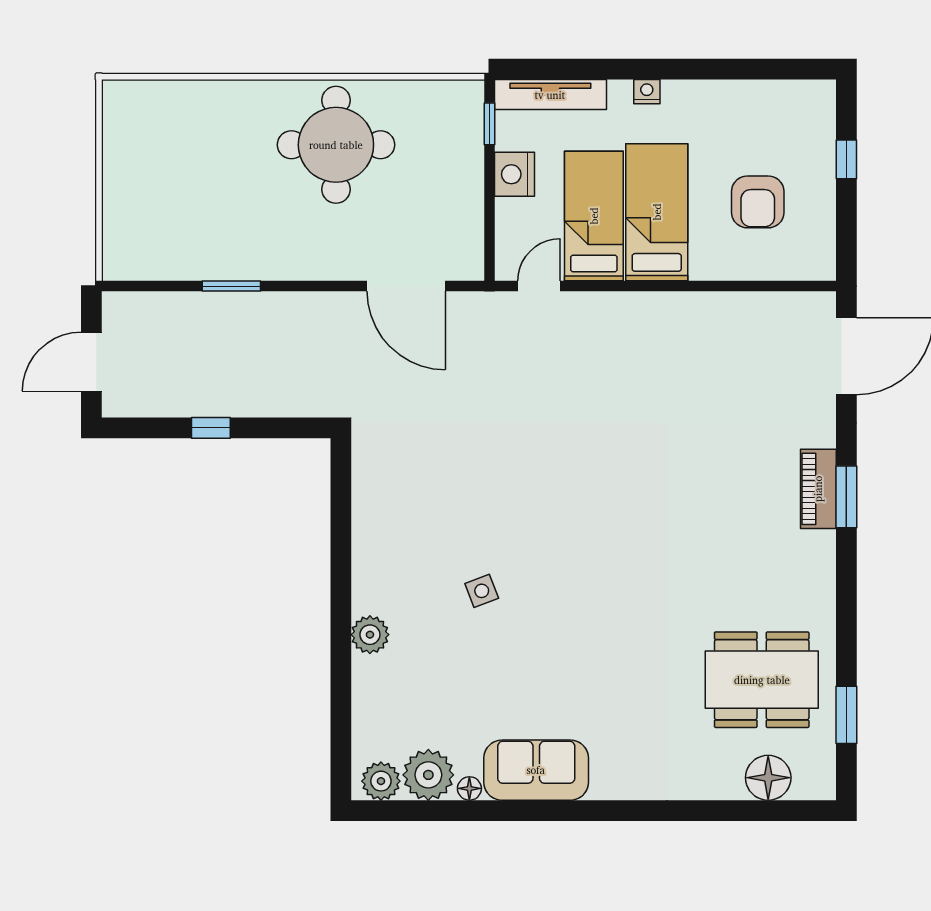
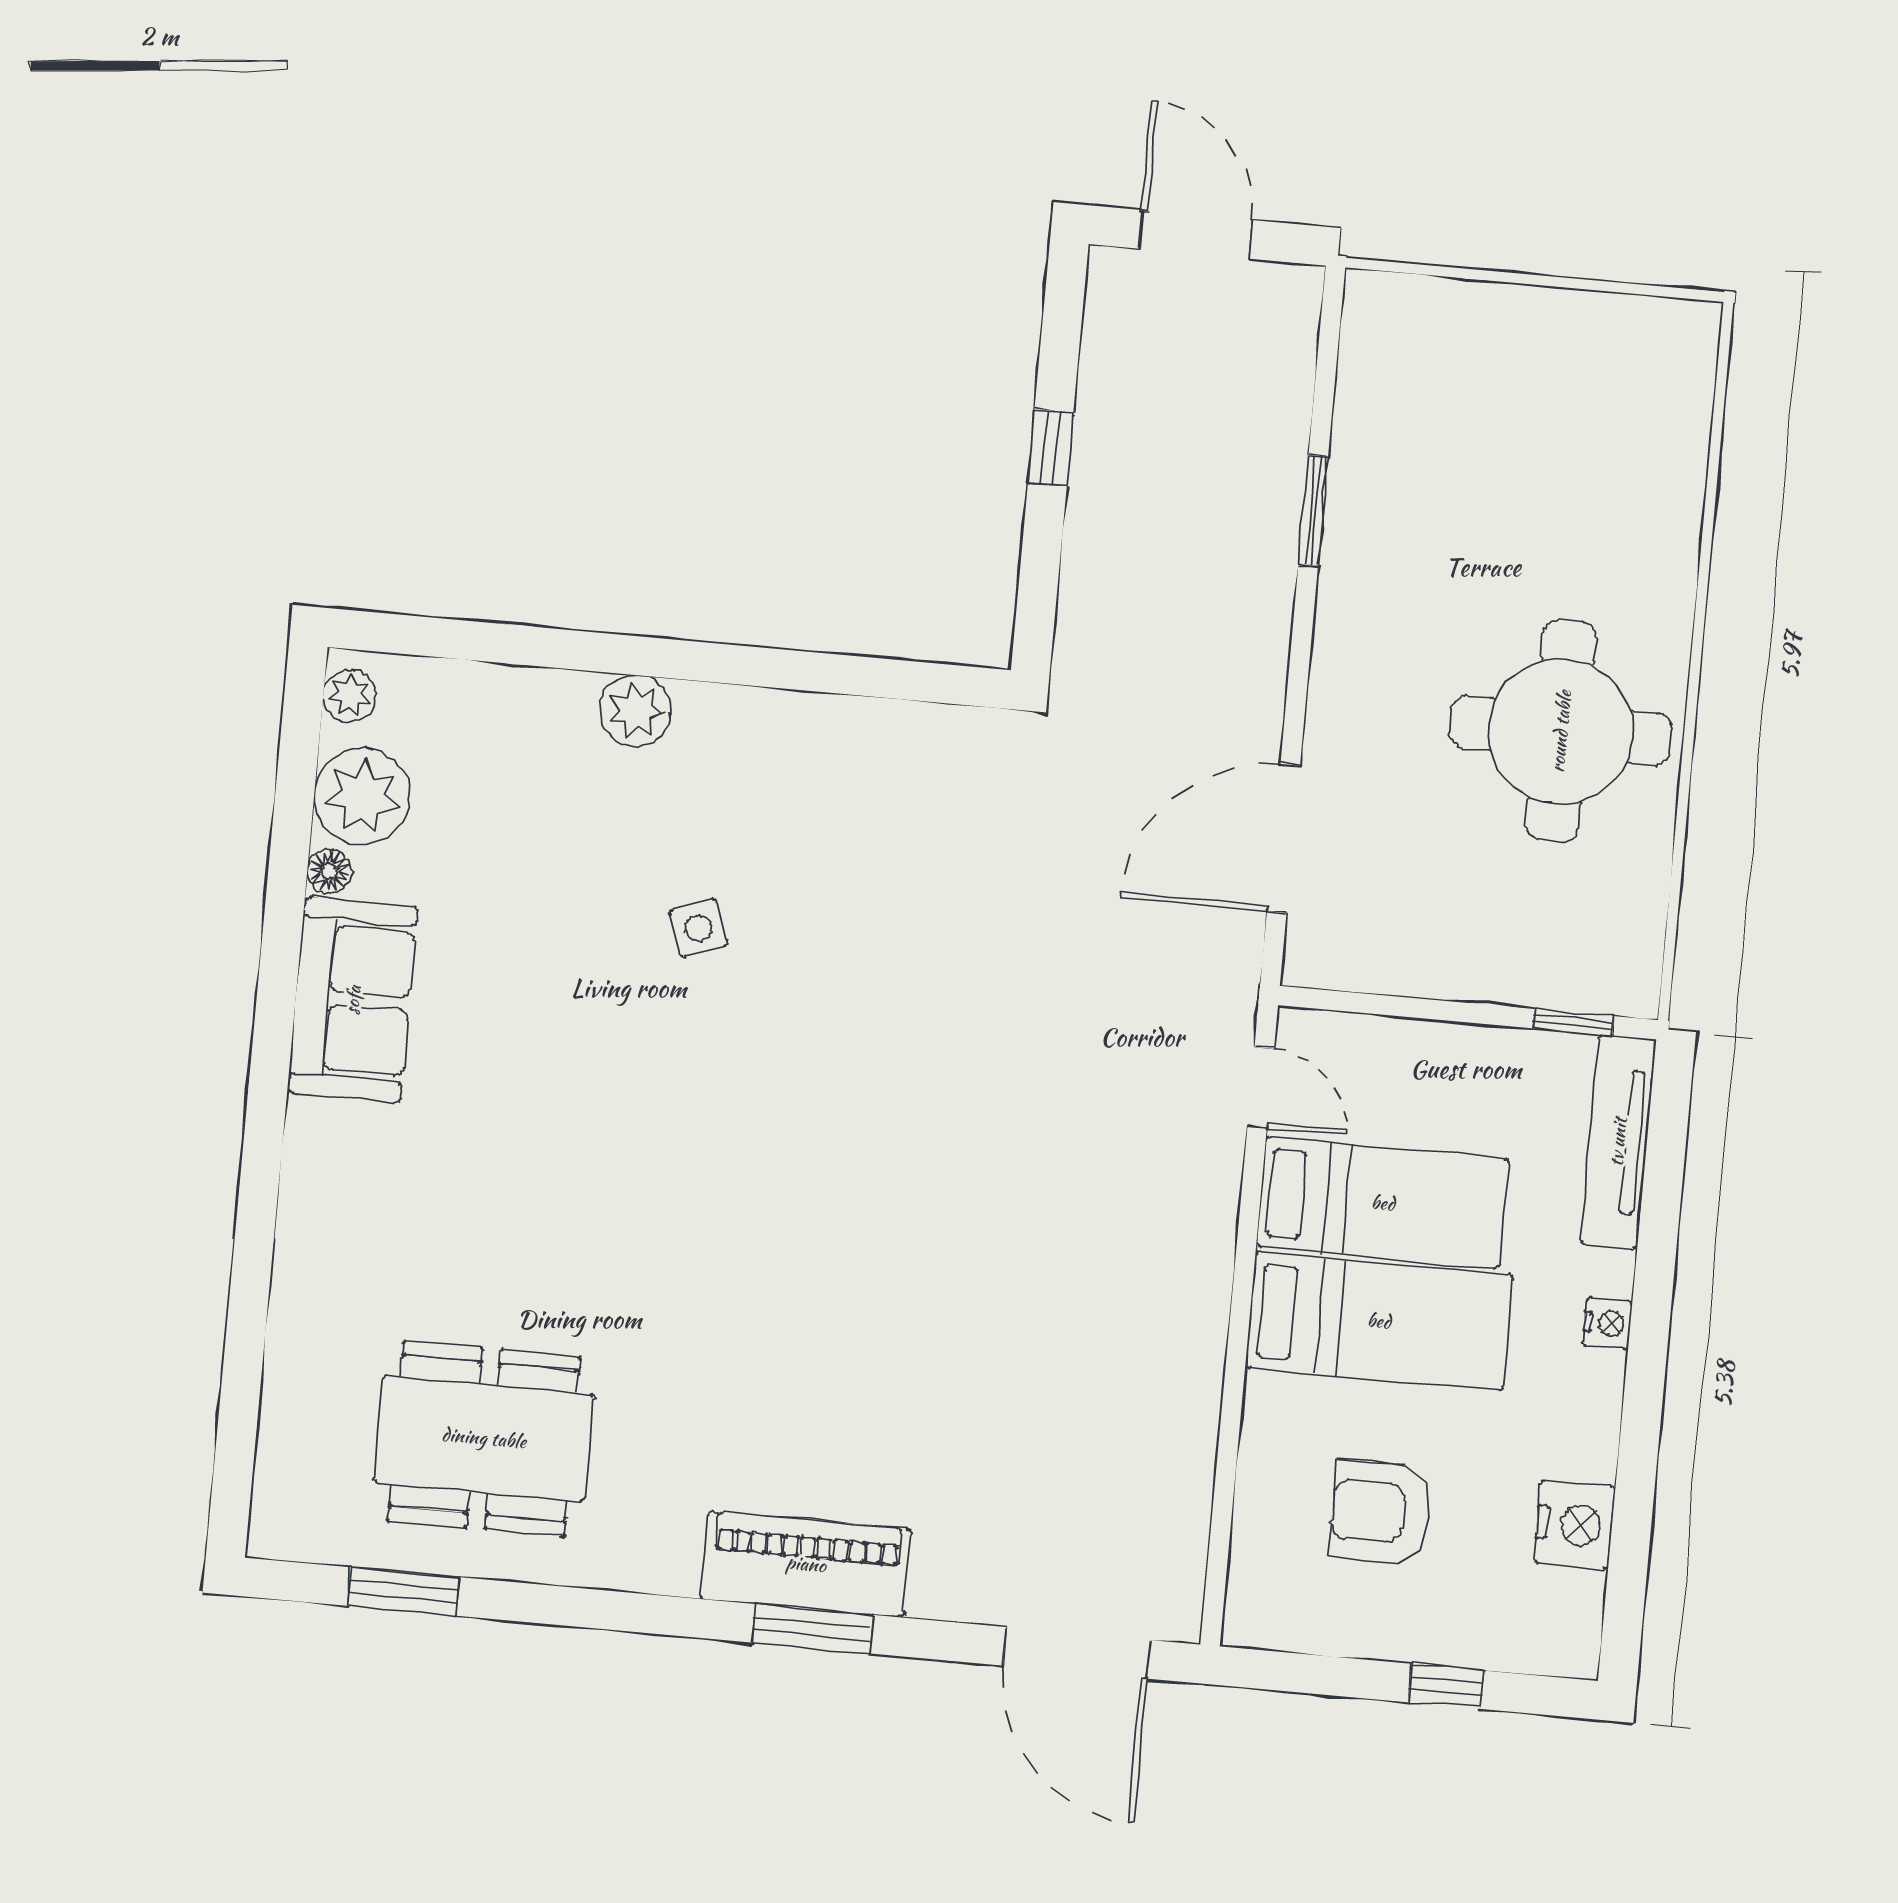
nightstand: (514, 174) -> (1575, 1525), moved, turned 90
piano: (818, 489) -> (806, 1564), width x1.37, depth x1.33
dining table: (762, 680) -> (484, 1438), turned 90
floor lamp: (768, 778) -> (299, 1434), removed
plant: (381, 781) -> (350, 696), width x0.73, depth x0.73

